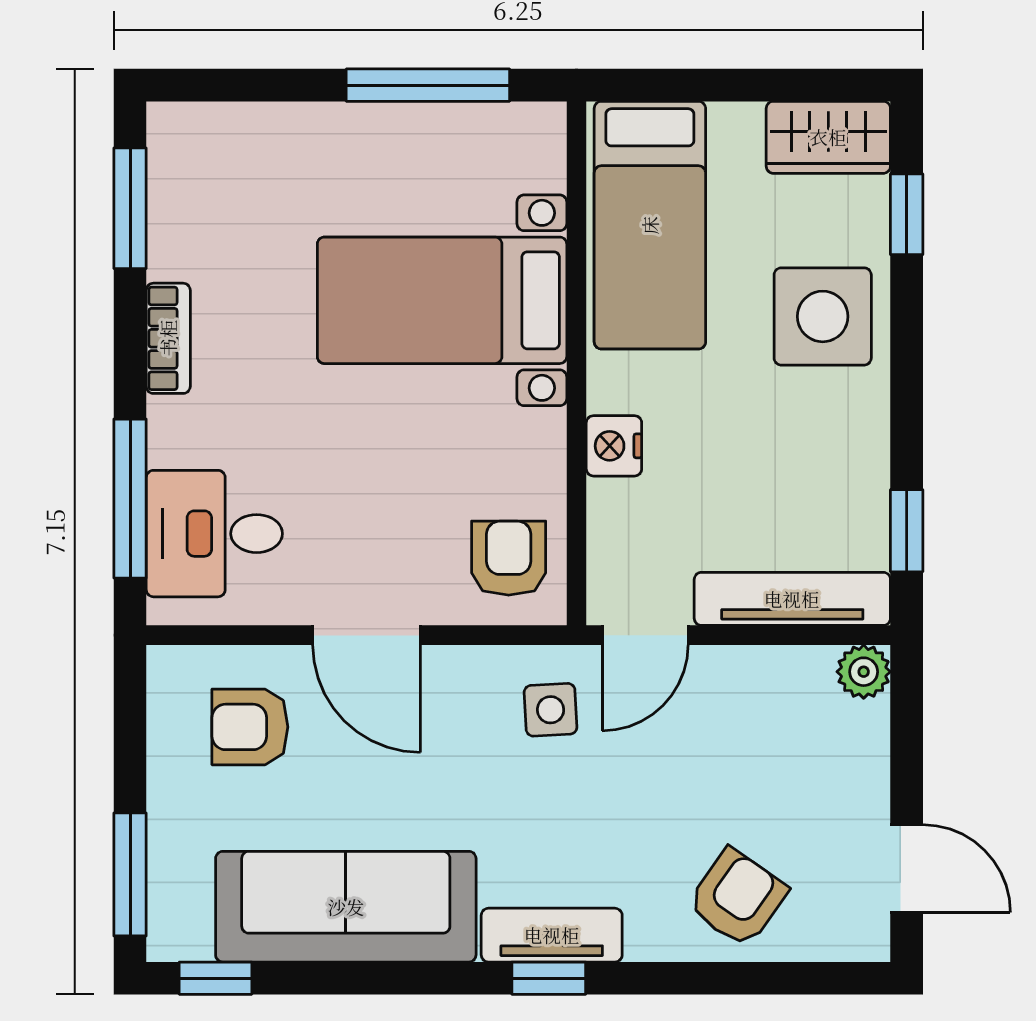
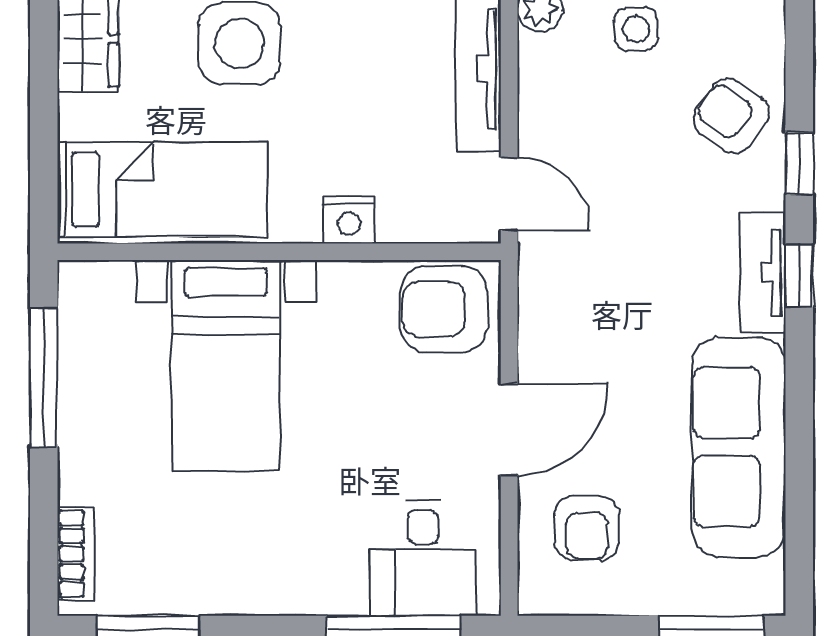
bookcase: (168, 338) -> (76, 554), moved, turned 90
armchair: (509, 558) -> (444, 309), width x1.38, depth x1.38
side table: (551, 710) -> (636, 29), moved
window: (215, 978) -> (799, 164), moved

